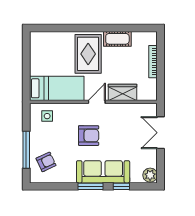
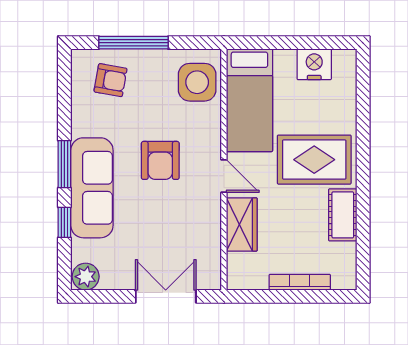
nightstand: (38, 54) -> (314, 64), added
side table: (47, 116) -> (197, 82), width x1.87, depth x1.87
armchair: (46, 162) -> (111, 80), turned -55

